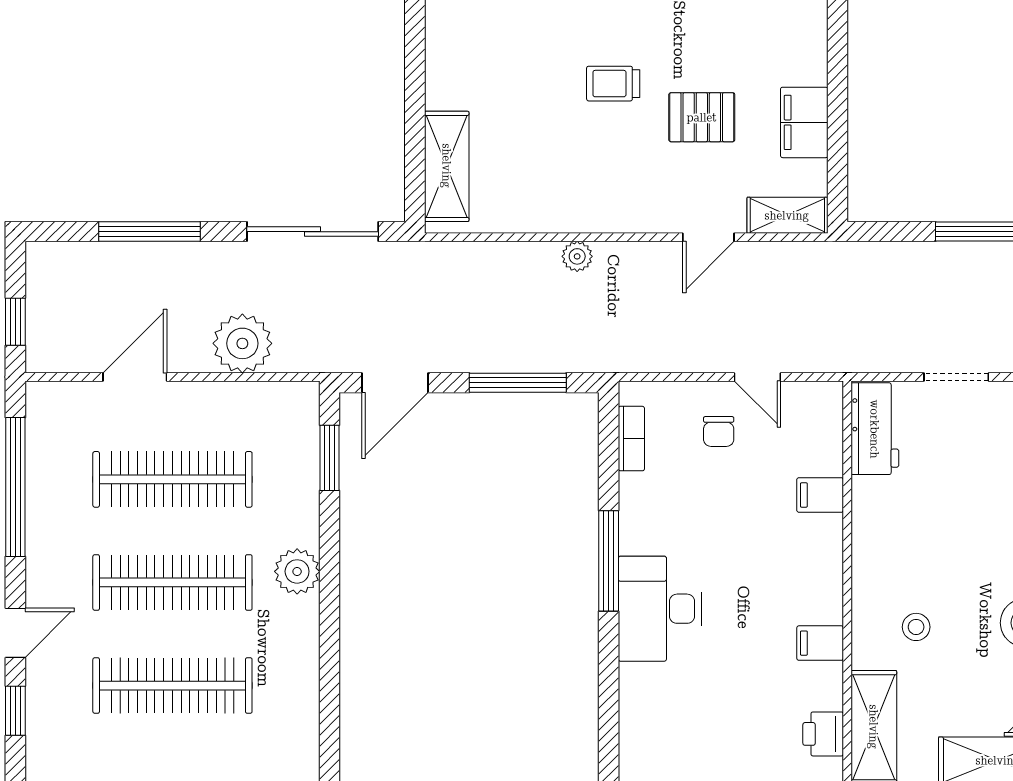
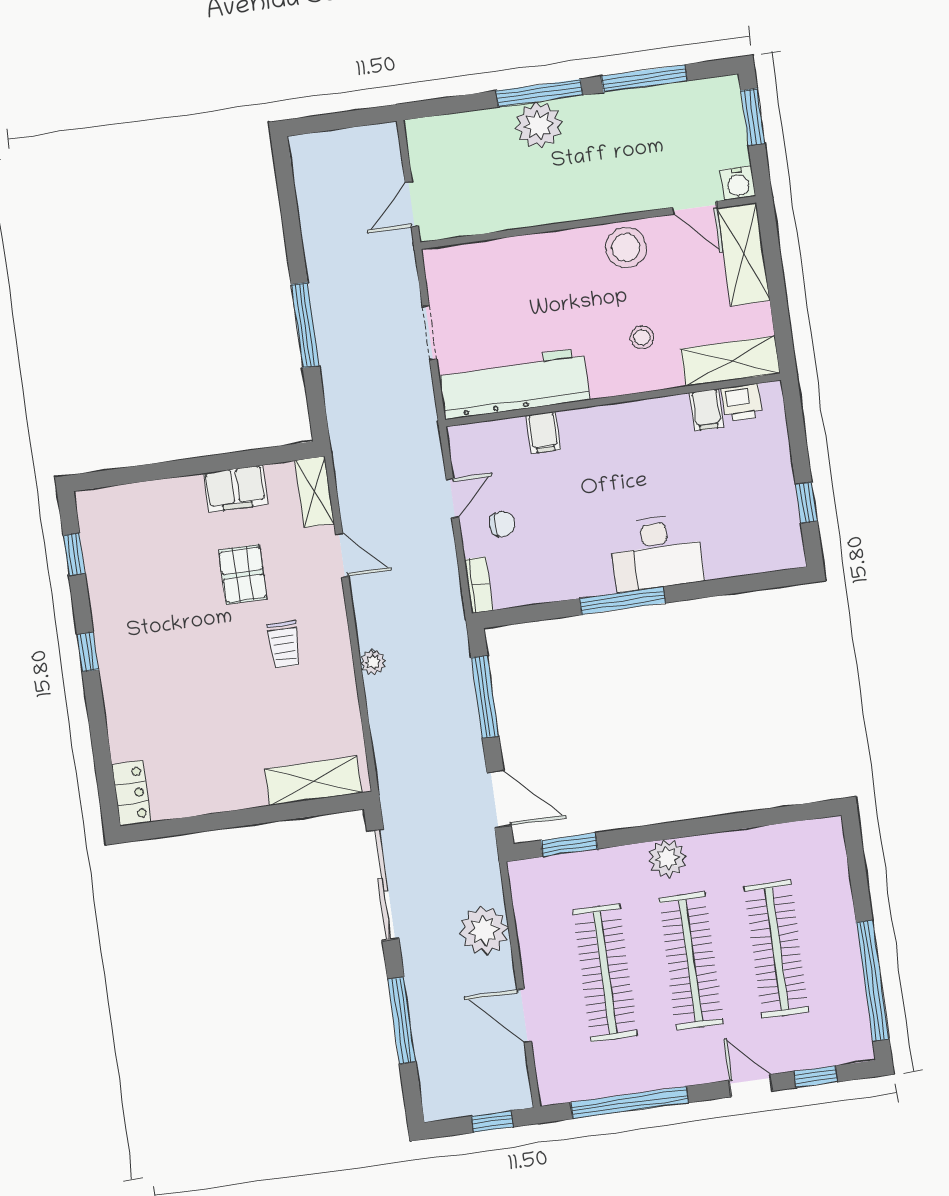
trolley: (613, 84) -> (284, 645), moved
workbench: (875, 429) -> (515, 384), width x1.88, depth x1.32
bookcase: (631, 439) -> (479, 585), moved, turned 90
filing cabinet: (820, 643) -> (707, 410), moved

